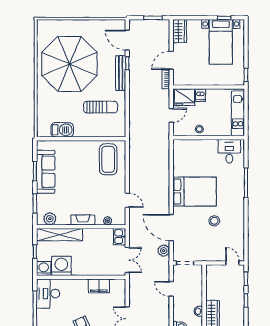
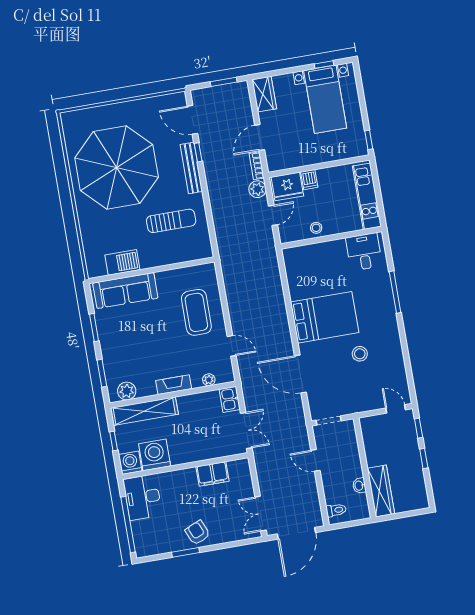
coffee table: (108, 159) -> (196, 312), moved
sofa: (46, 172) -> (125, 291), moved, turned 90
plant: (164, 251) -> (257, 189), moved

